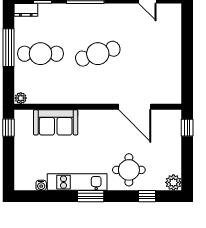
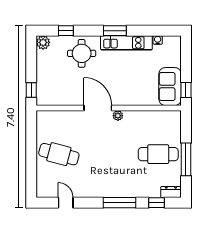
cafe table: (98, 54) -> (59, 154), moved, turned 33
plant: (21, 98) -> (118, 116), moved
door: (135, 107) -> (98, 108), moved
sofa: (56, 122) -> (170, 87), moved, turned -90

